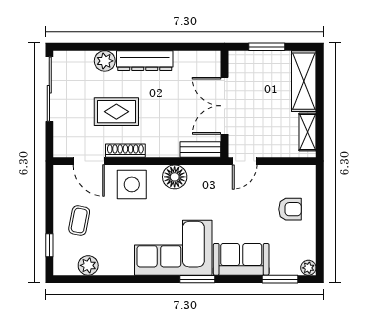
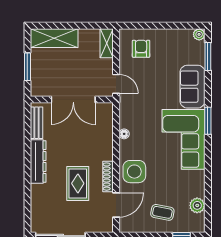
plant: (105, 61) -> (38, 193), removed
shelving: (308, 132) -> (107, 43), moved, turned 90
bench: (200, 149) -> (36, 123), moved
floor lamp: (175, 177) -> (124, 134), width x0.53, depth x0.53
armchair: (290, 209) -> (141, 49), moved

